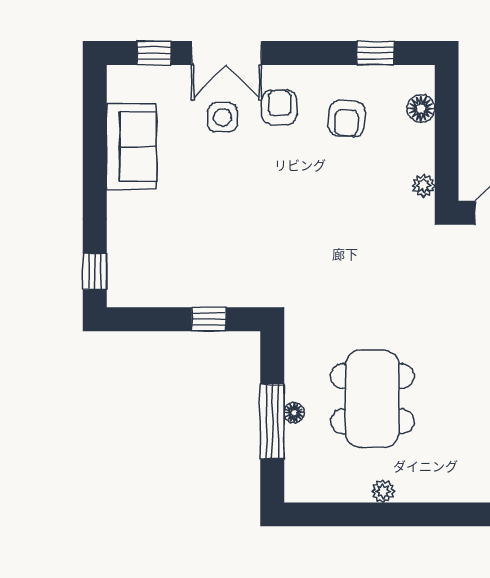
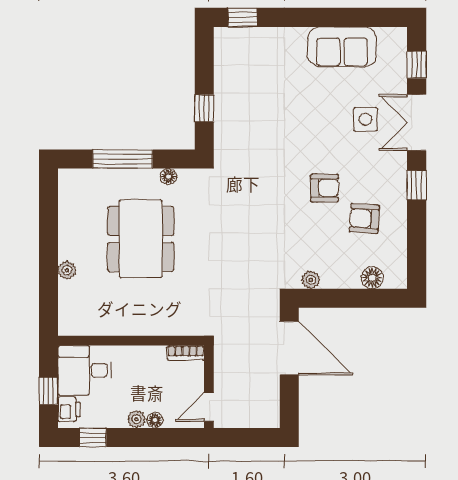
window: (375, 53) -> (417, 185), moved
armchair: (279, 107) -> (325, 188), moved
dining table: (372, 399) -> (141, 239), turned 90
floor lamp: (294, 413) -> (168, 176), moved
plant: (383, 491) -> (67, 270), moved

